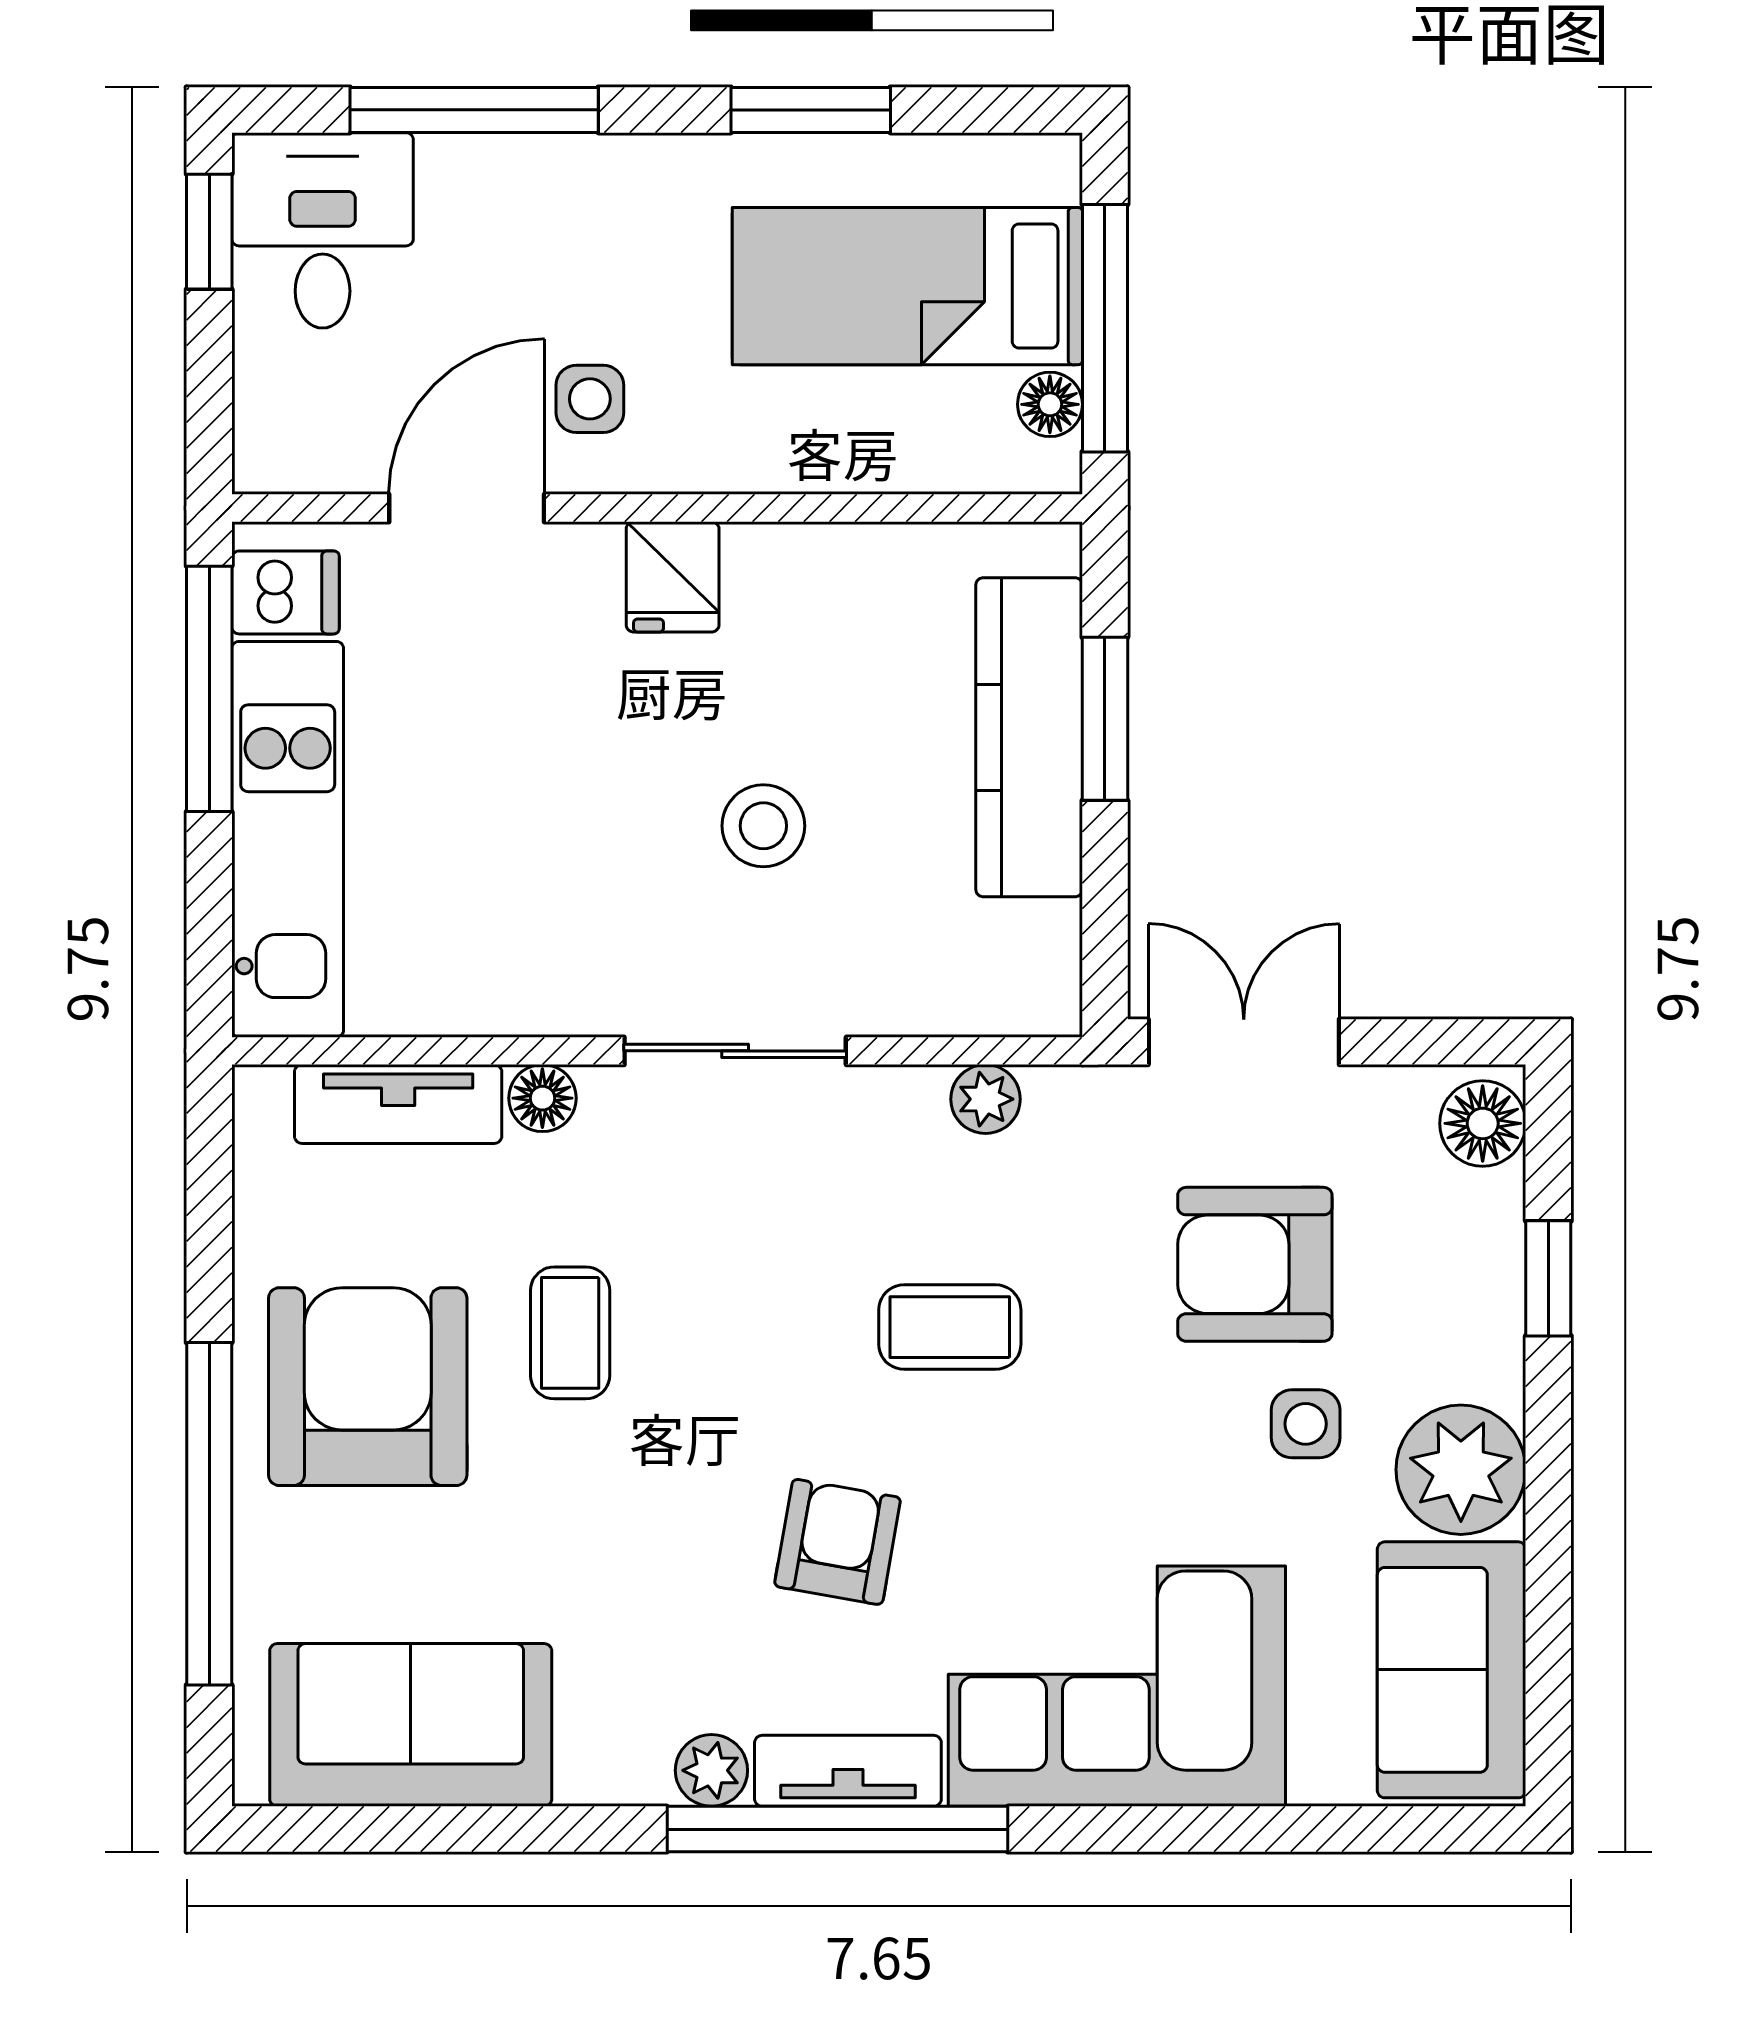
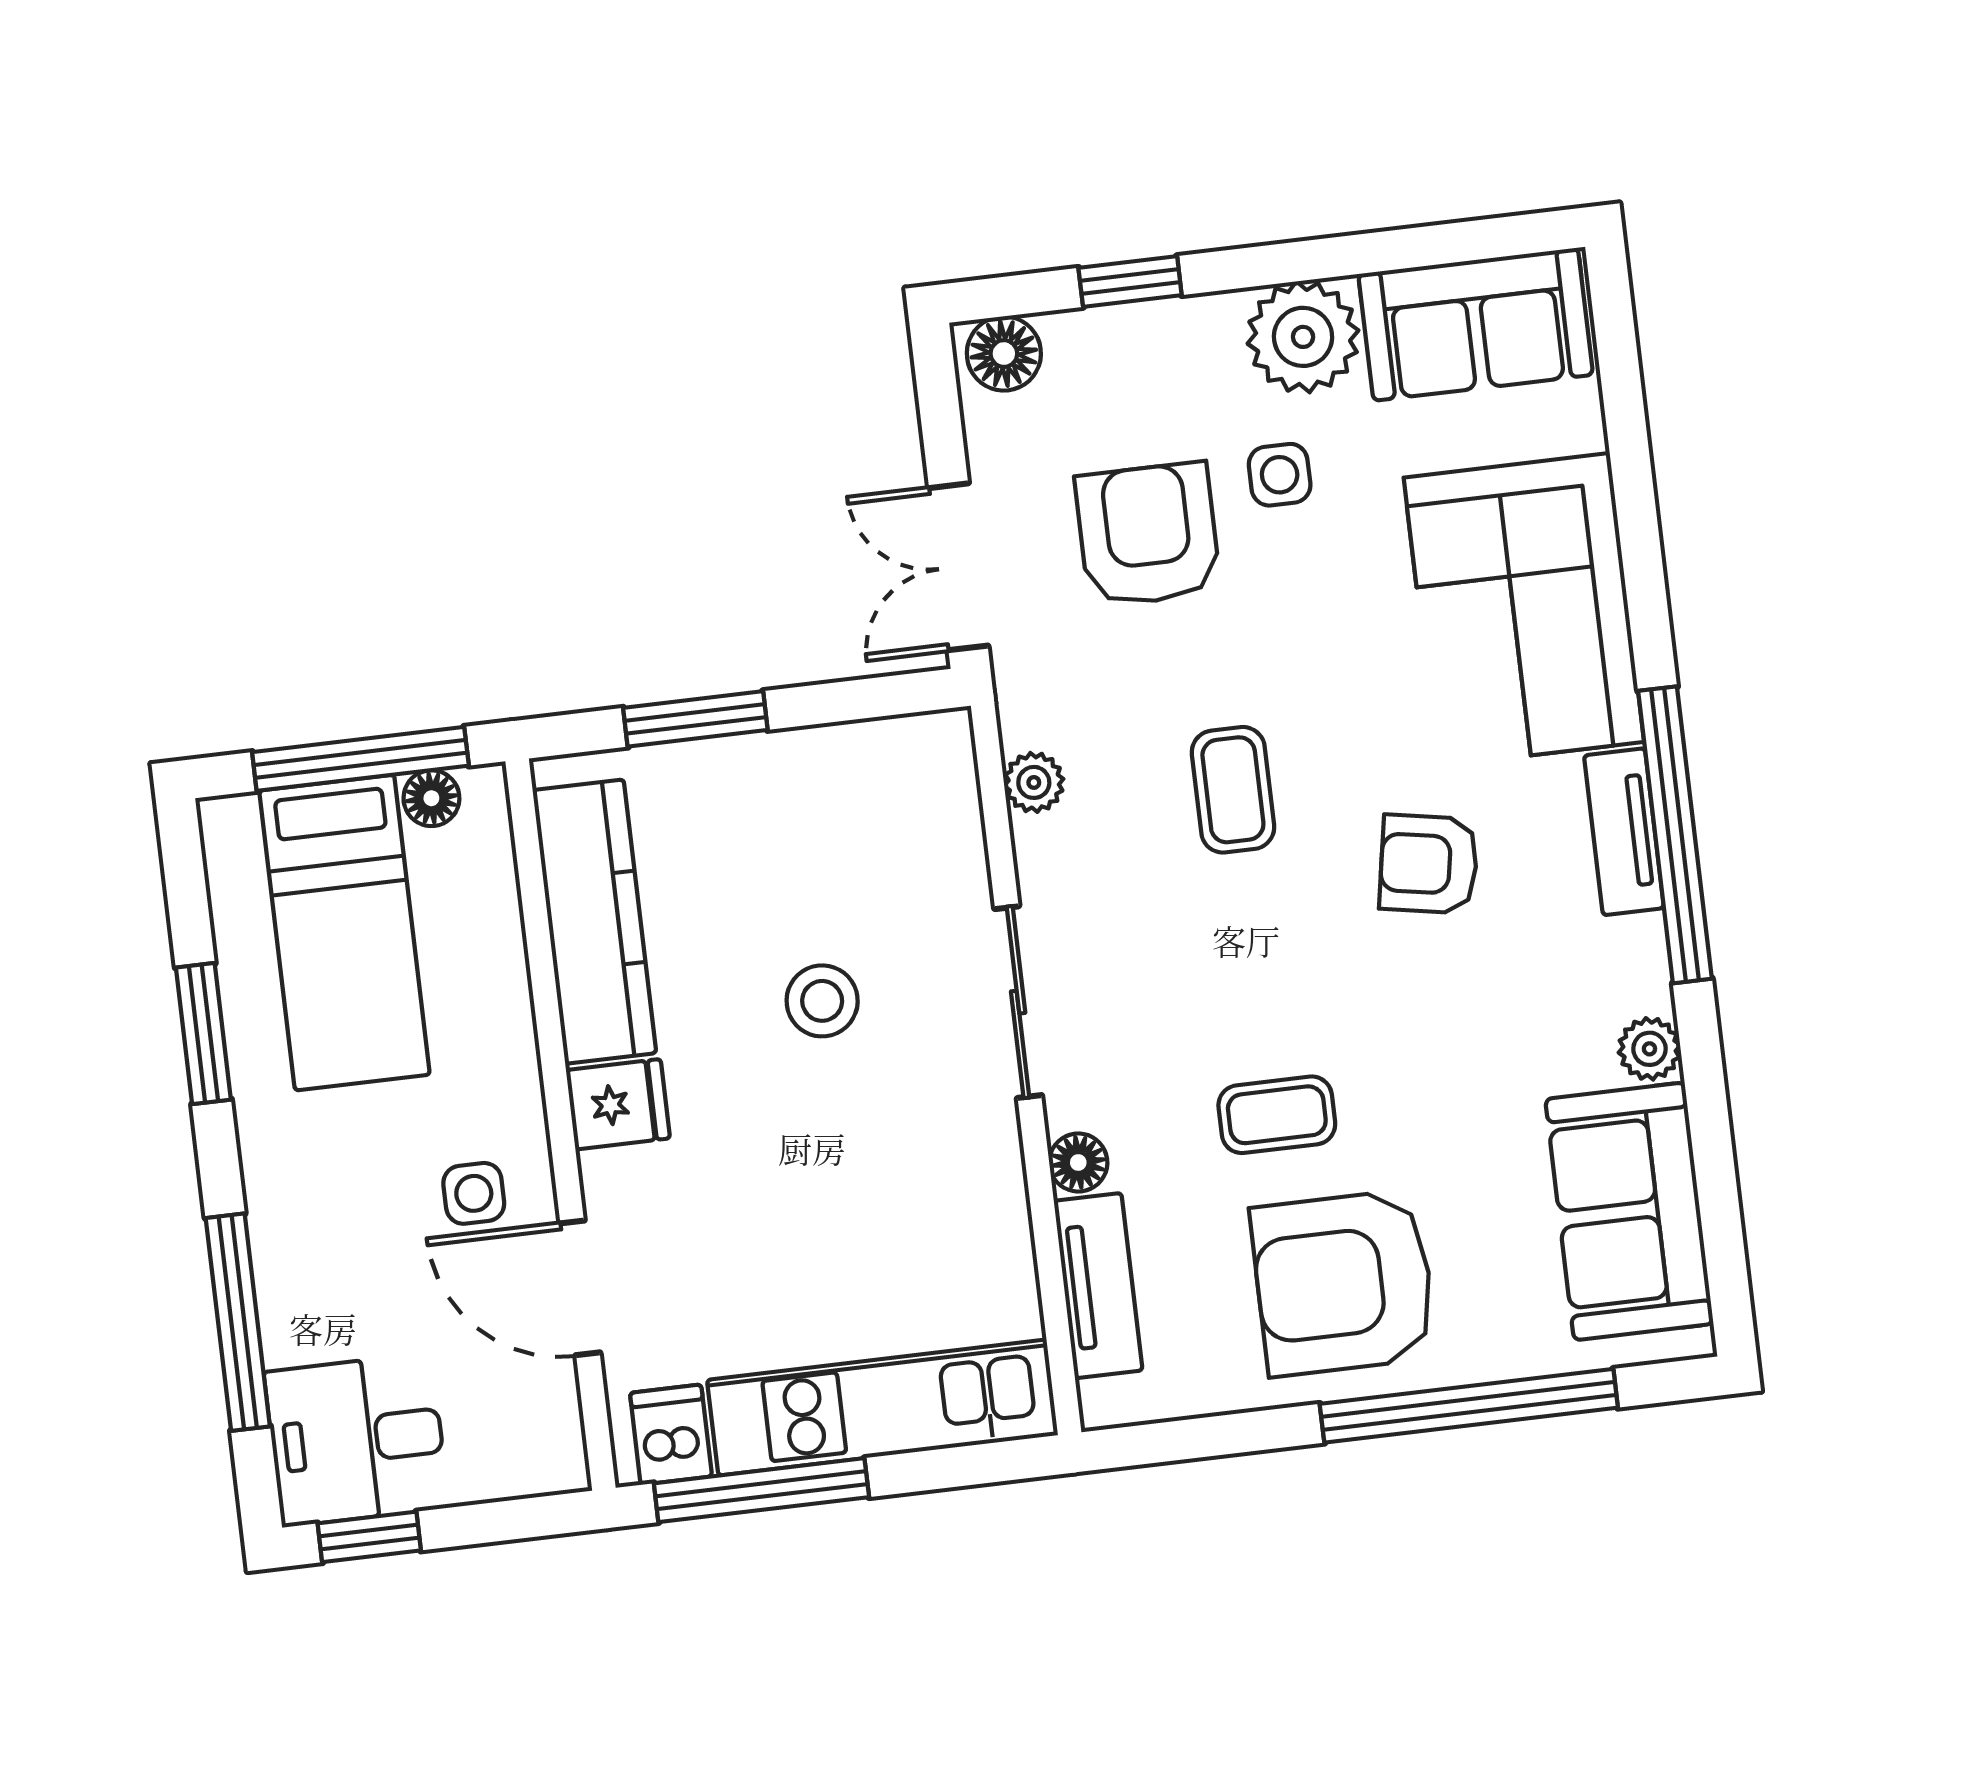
kitchen counter: (1029, 737) -> (594, 922), moved, turned -90
armchair: (1255, 1264) -> (1148, 535), turned 180
plant: (711, 1770) -> (1649, 1049), moved

